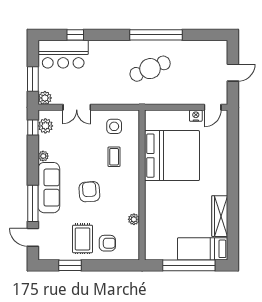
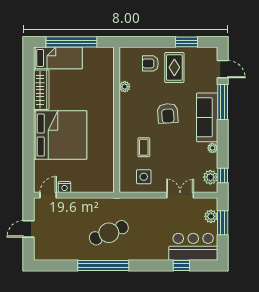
plant: (45, 98) -> (211, 216), moved
bed: (172, 156) -> (60, 135), moved, turned 180

